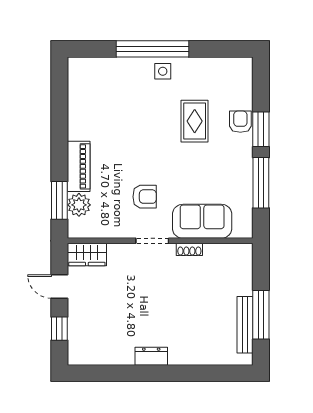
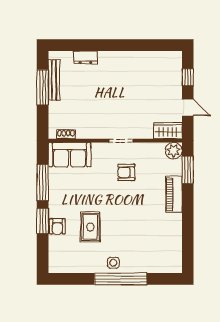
plant: (79, 205) -> (174, 151), moved
sofa: (202, 221) -> (70, 155), moved
shoe rack: (189, 249) -> (66, 134), moved
dresser: (151, 356) -> (85, 57), moved

